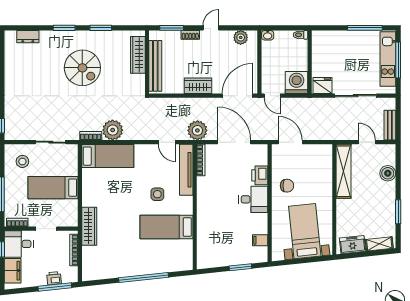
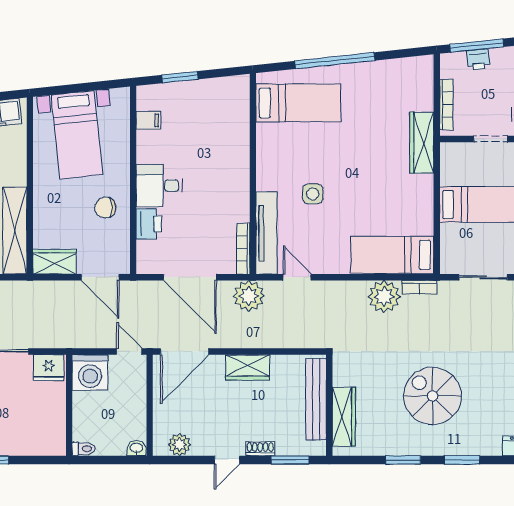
wardrobe: (319, 152) -> (55, 262), added
bed: (166, 227) -> (298, 103), moved

